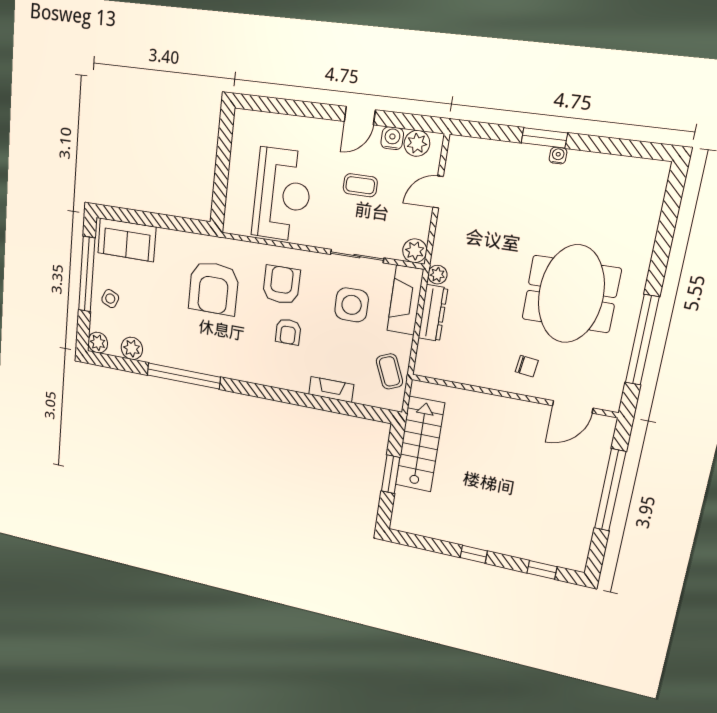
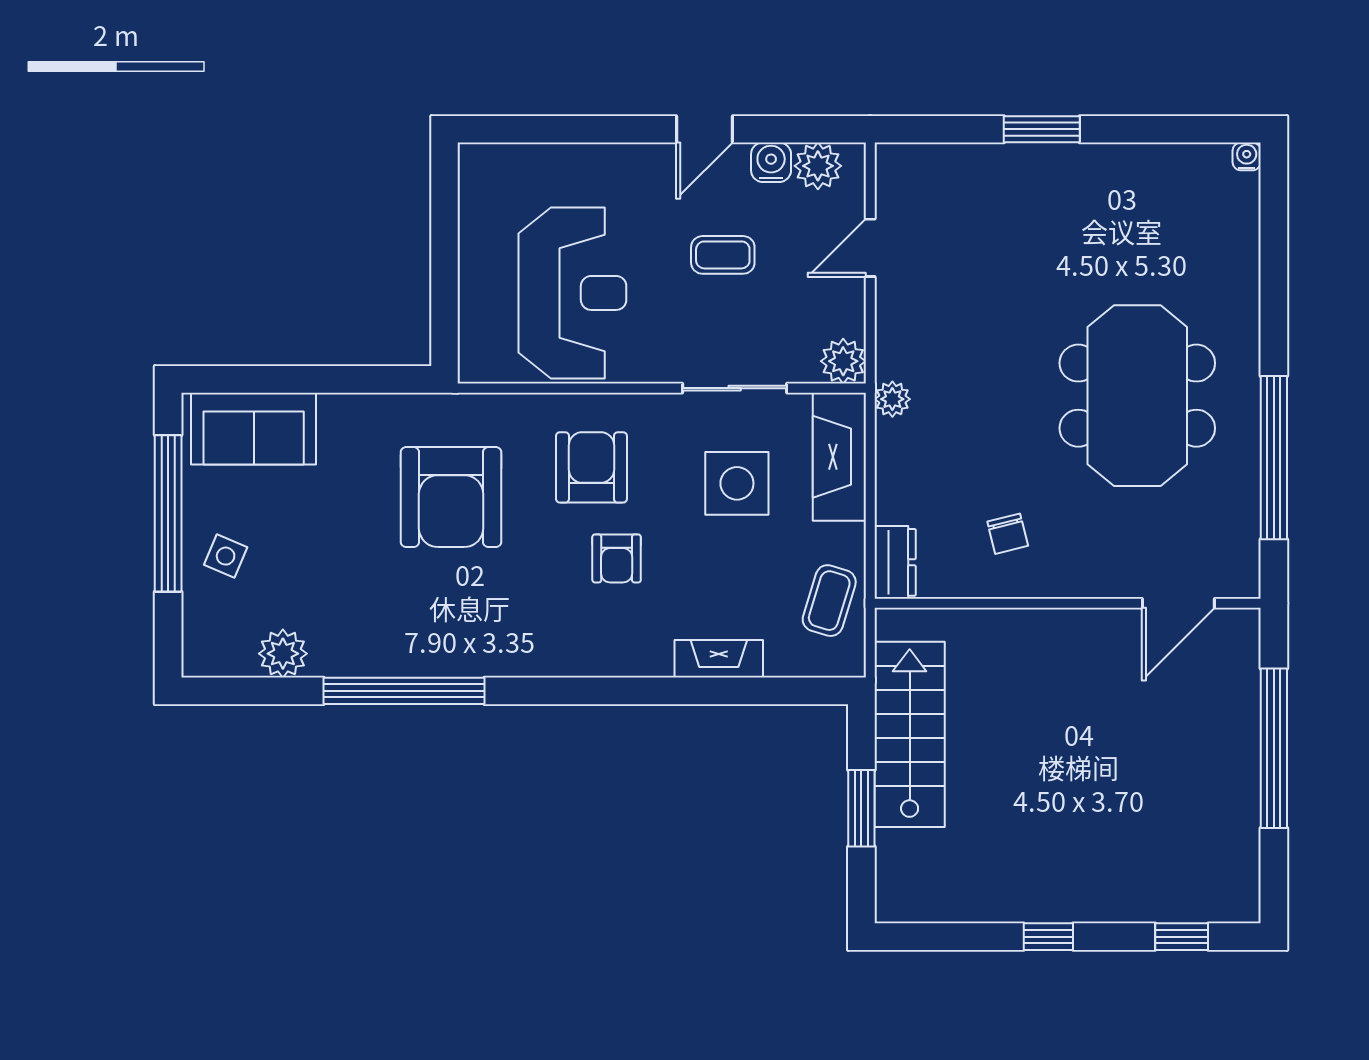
water cooler: (558, 156) -> (1247, 156), moved
dresser: (433, 313) -> (895, 562), moved, width x0.70
plant: (98, 343) -> (204, 655), removed
chair: (527, 366) -> (1008, 534), moved, turned 69
coffee table: (389, 371) -> (829, 601), turned 40

